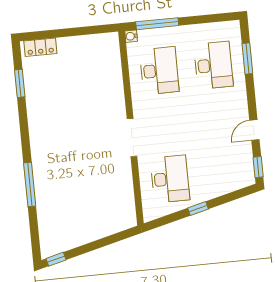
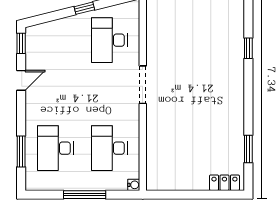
window: (157, 24) -> (85, 195), moved
window: (30, 184) -> (248, 48), width x0.46

